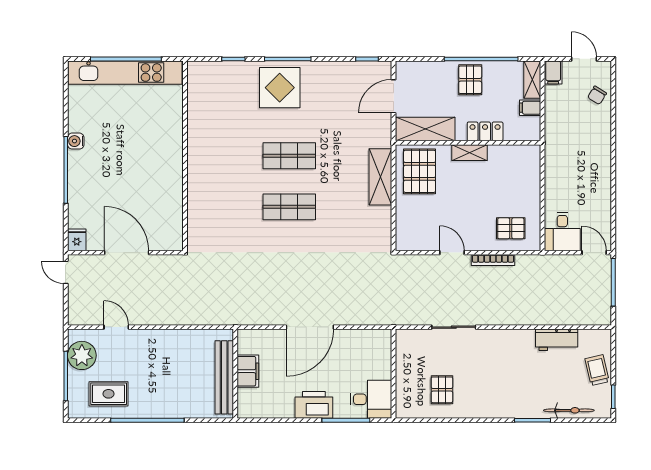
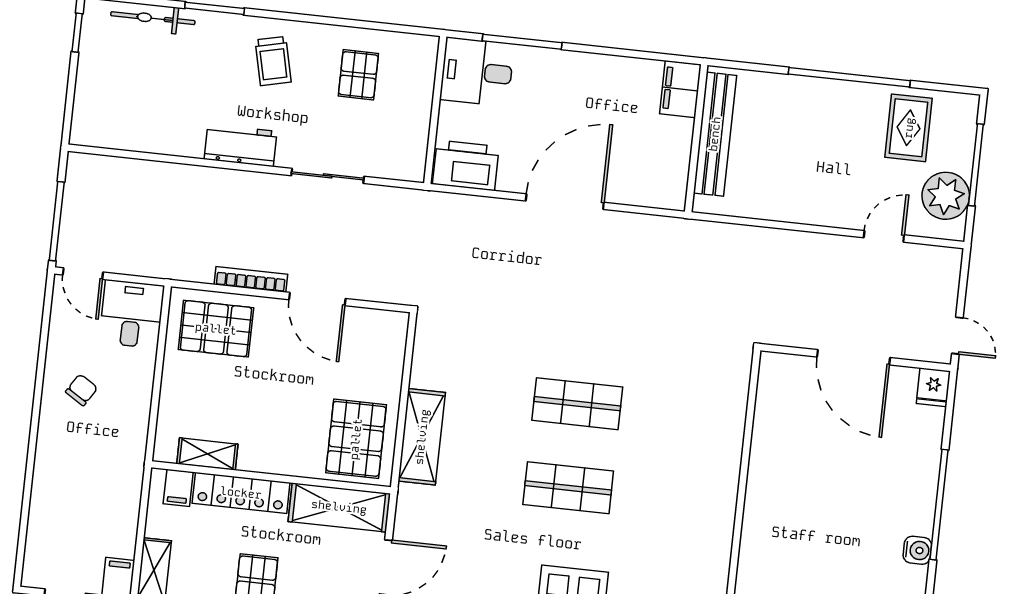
chair: (597, 95) -> (82, 390), moved
filing cabinet: (530, 108) -> (178, 488), moved, turned 90
locker: (485, 131) -> (241, 493), width x1.53
shelving: (470, 153) -> (207, 454), moved
pallet: (511, 228) -> (216, 329), width x1.50, depth x1.42
door: (452, 253) -> (317, 299), width x1.37
door: (116, 327) -> (884, 236), swing flipped
workbench: (557, 340) -> (241, 145), moved
trolley: (597, 370) -> (273, 61), moved
filing cabinet: (248, 371) -> (680, 89), moved
rug: (109, 394) -> (909, 128), turned 90
printer: (314, 405) -> (466, 165), moved, turned 180

